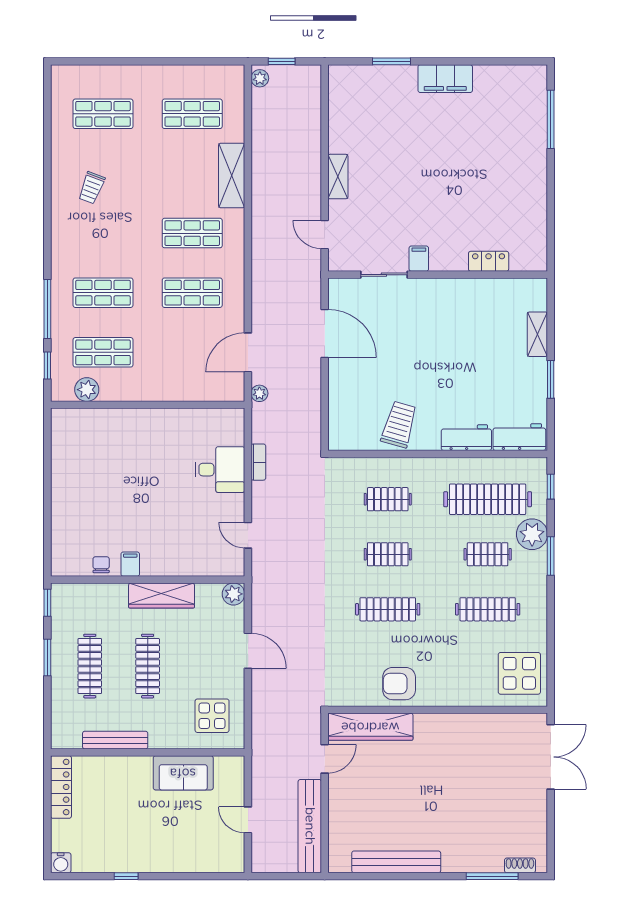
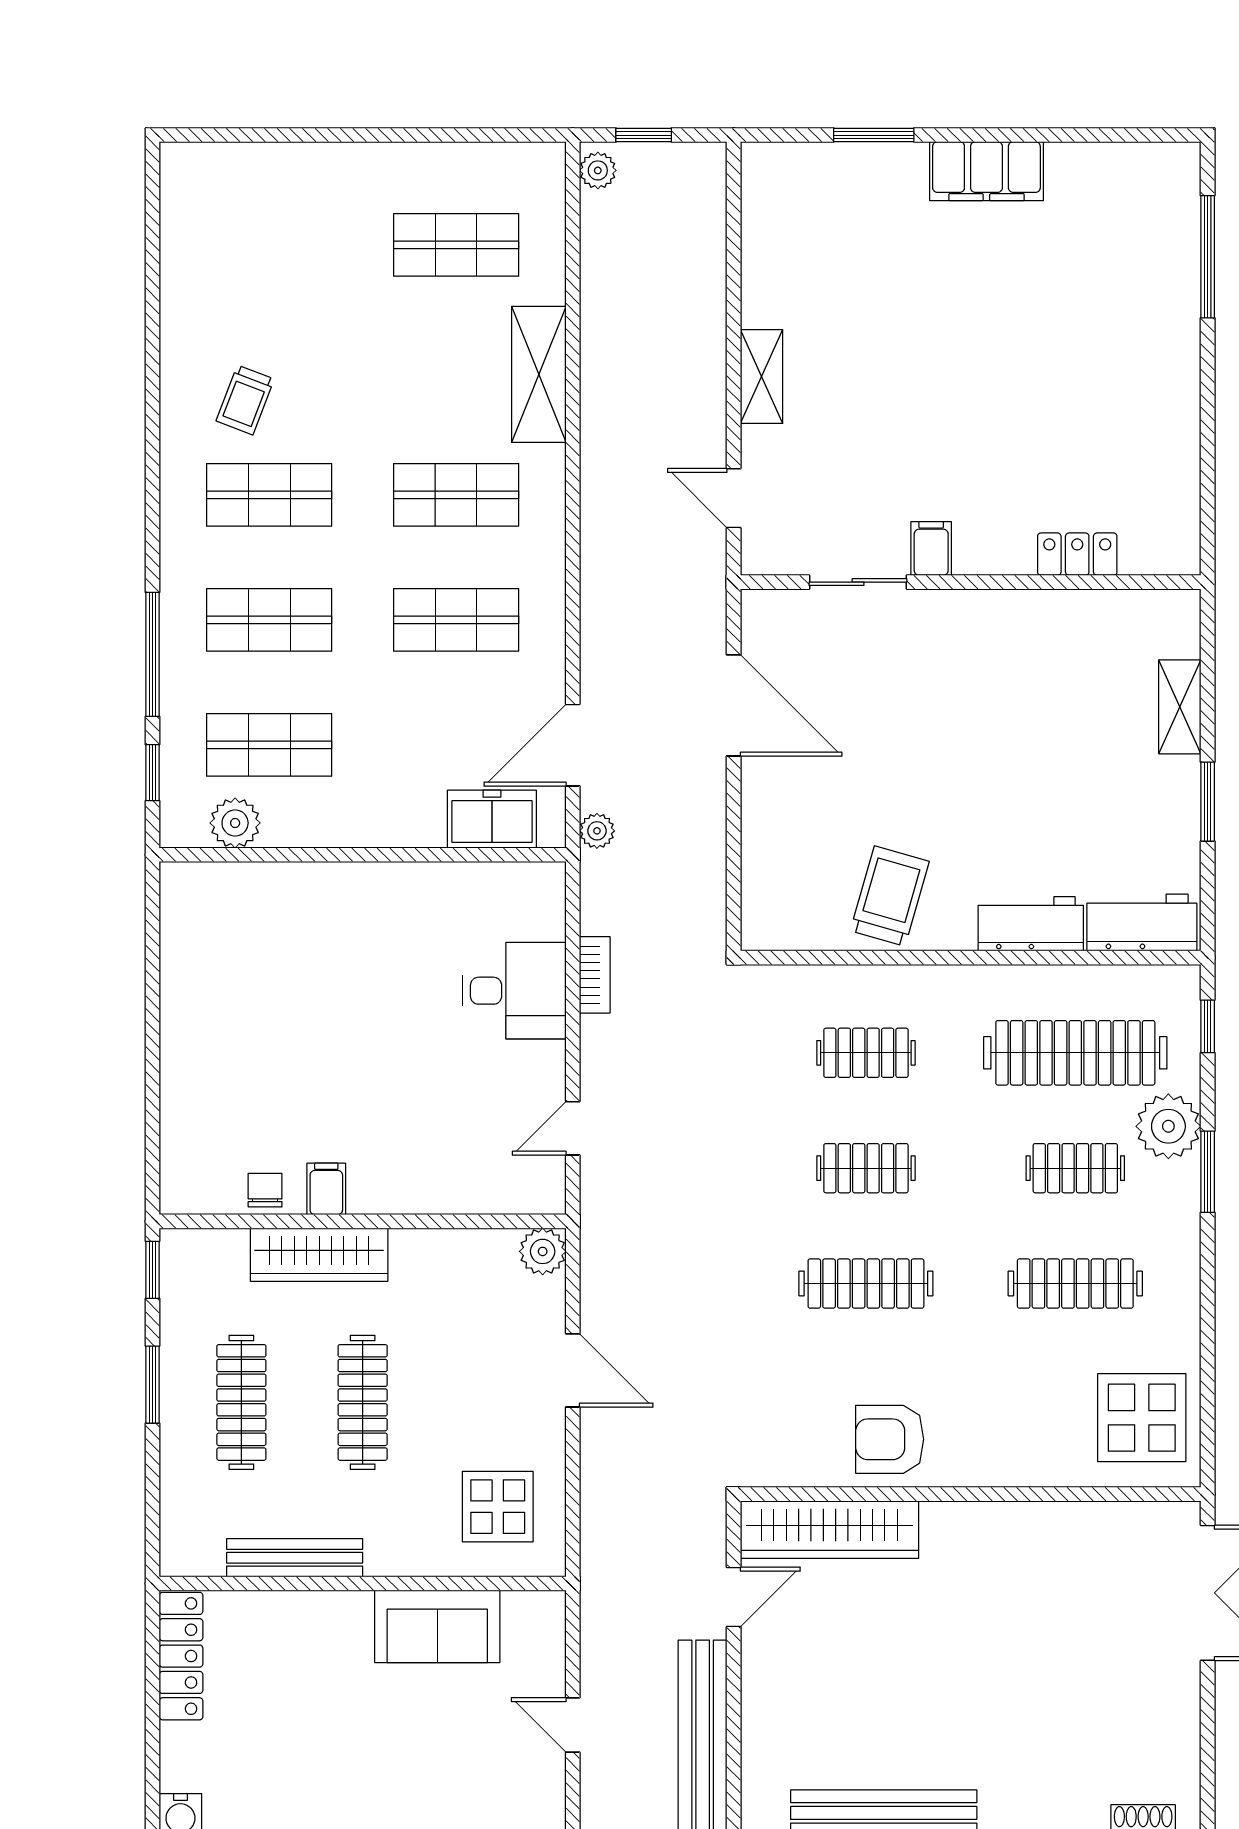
shop shelf: (103, 114) -> (269, 495), moved
freezer: (209, 388) -> (492, 819), added
door: (248, 535) -> (573, 1128), hinge flipped
wardrobe: (162, 596) -> (319, 1255), moved

